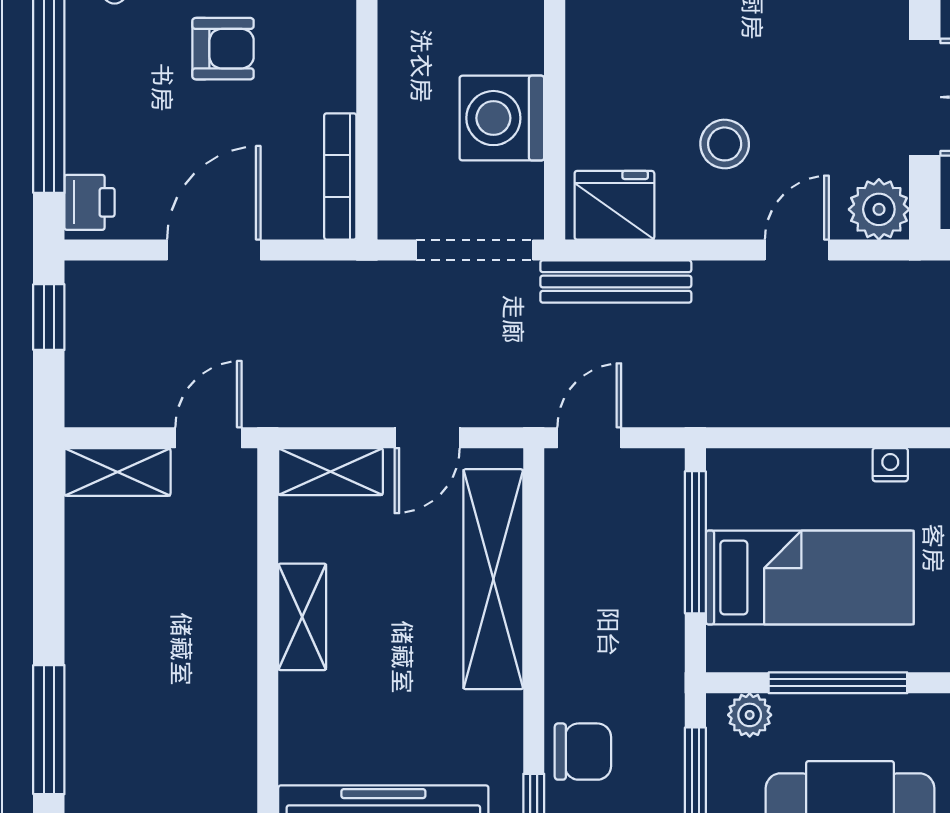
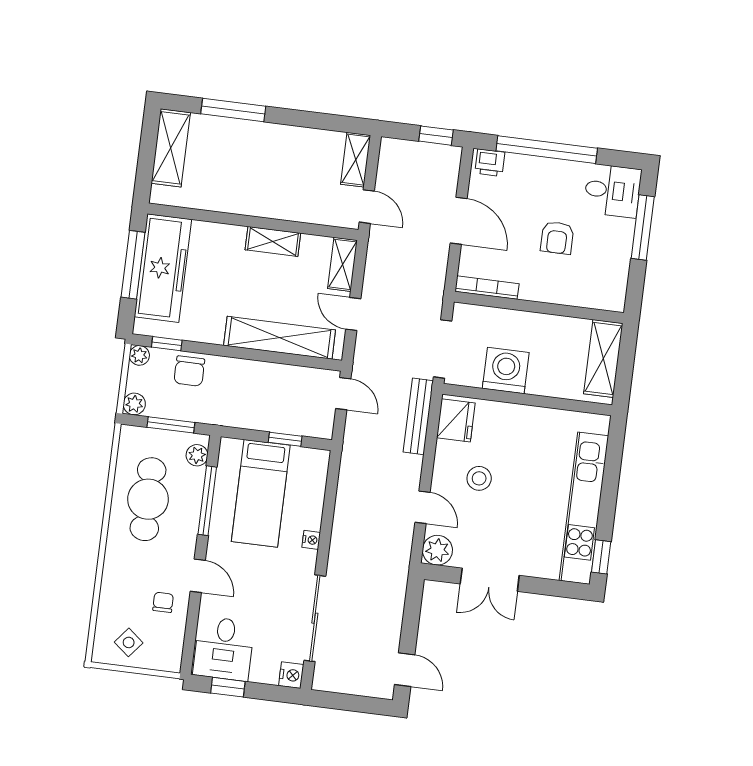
window: (695, 542) -> (285, 439), width x0.46

